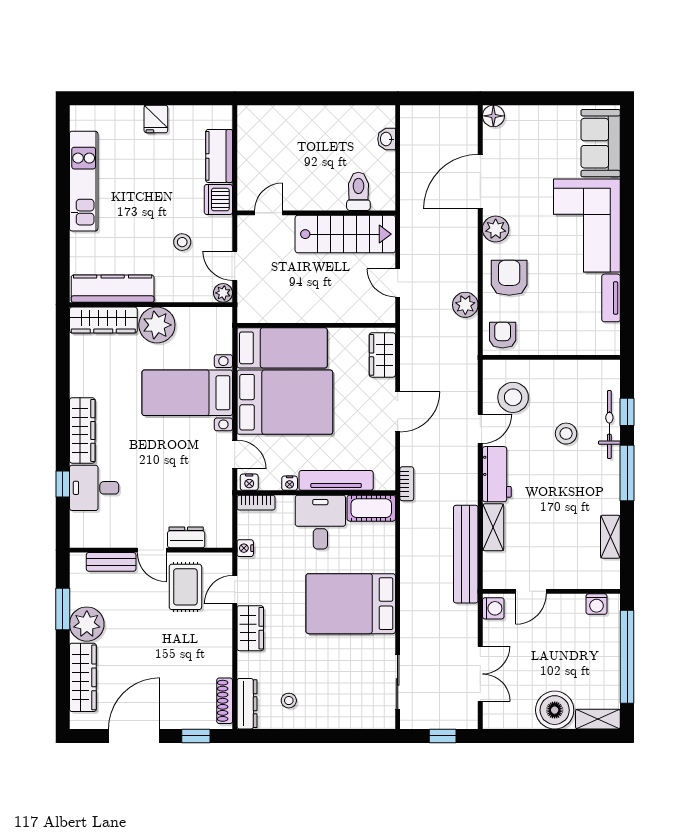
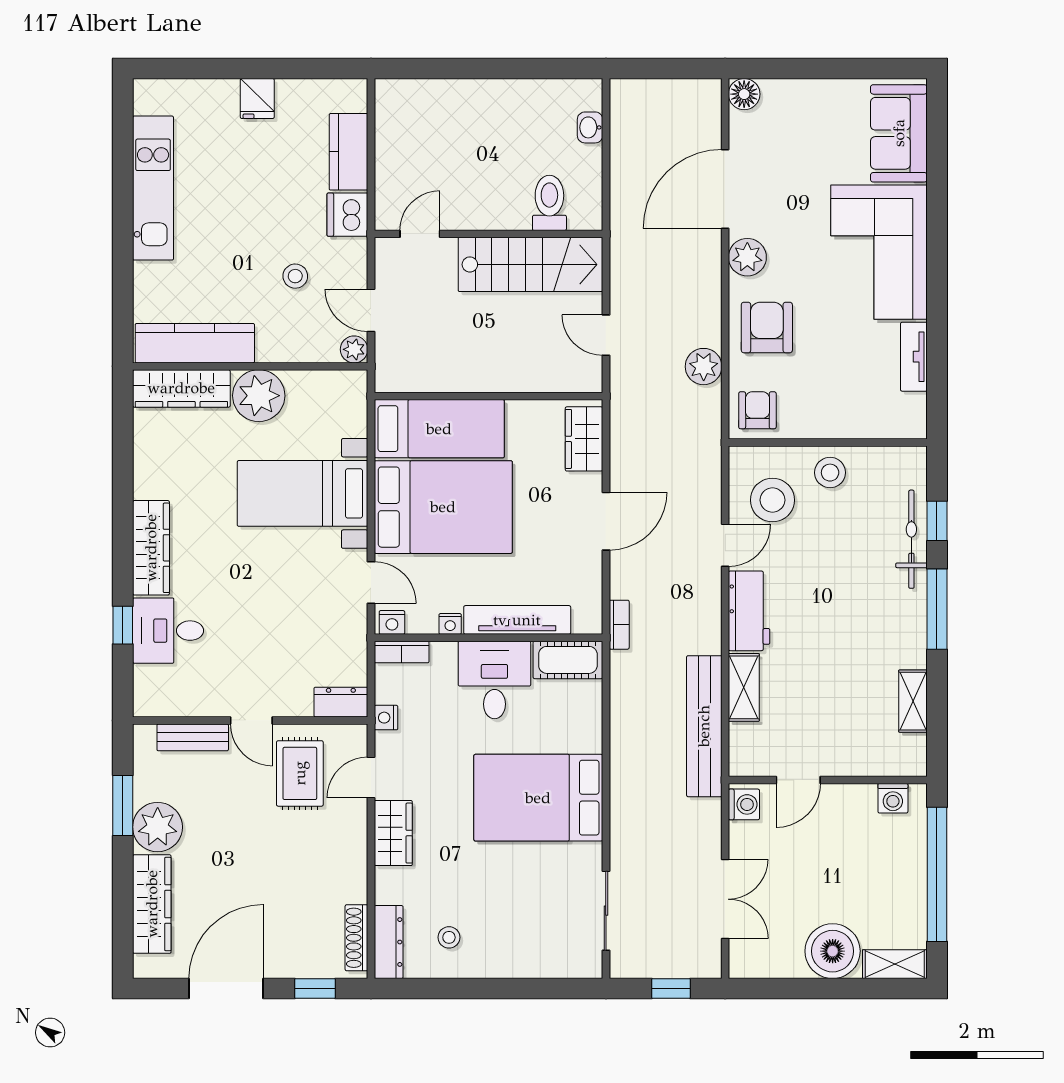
stool: (566, 434) -> (830, 473), moved
dresser: (186, 537) -> (341, 702), moved

